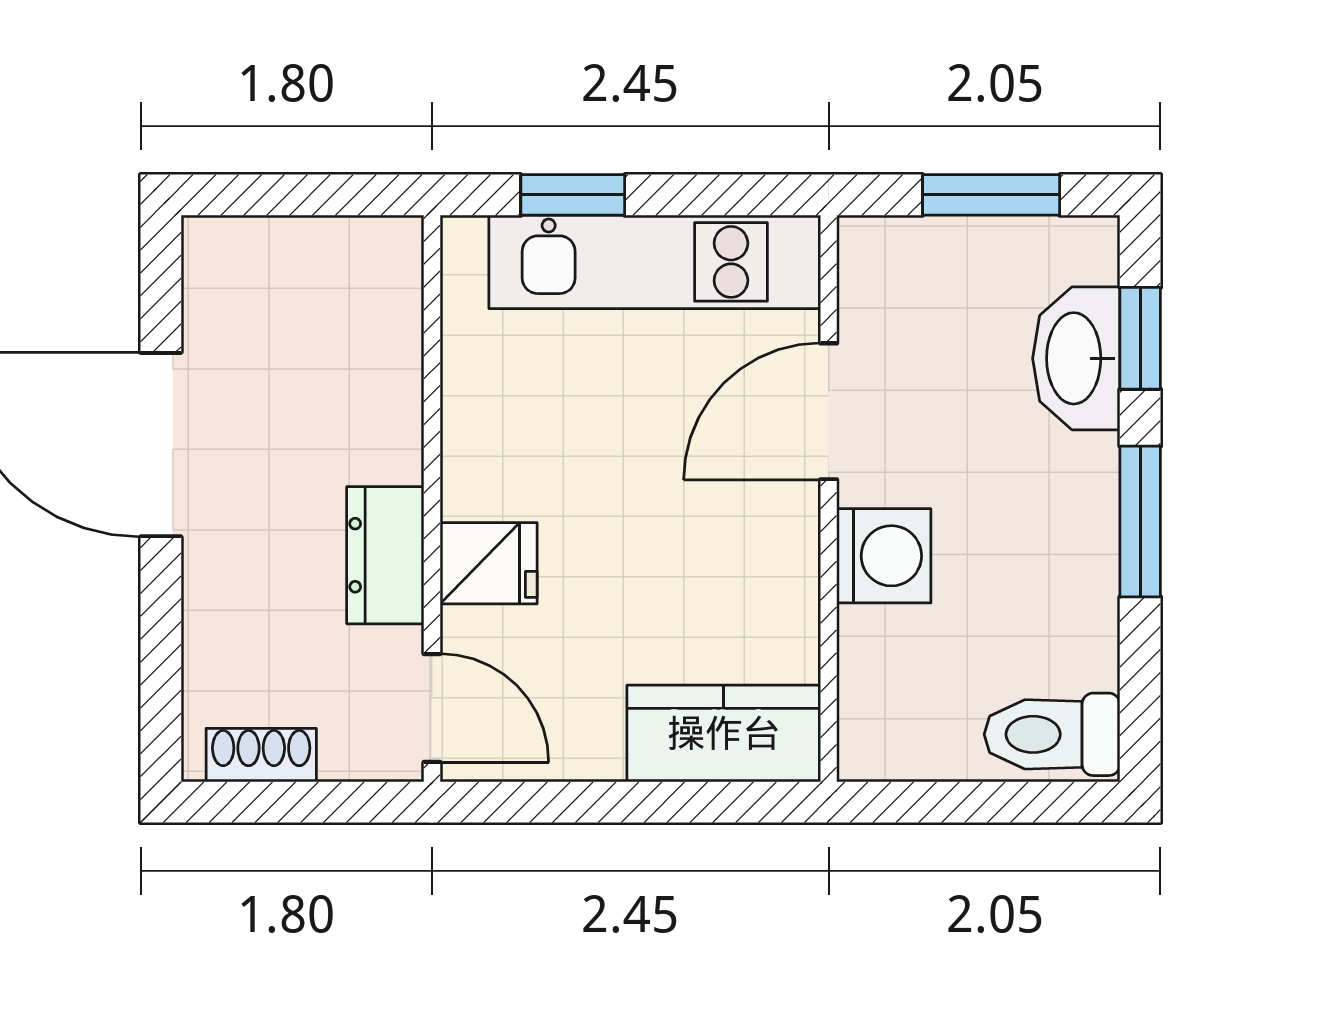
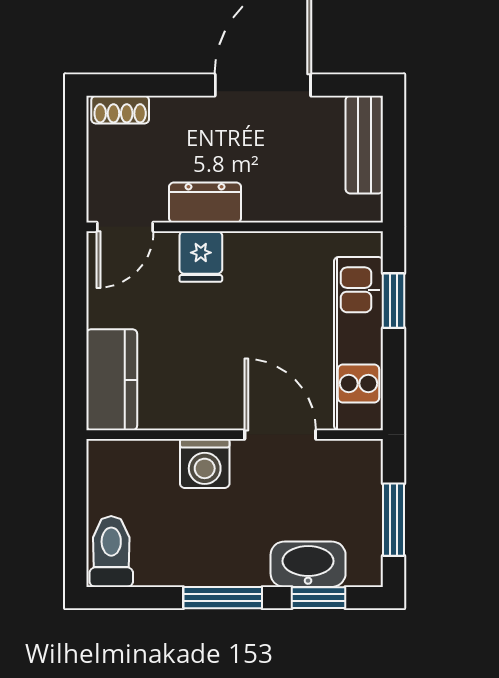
bench: (275, 251) -> (364, 145), added
shoe rack: (261, 755) -> (120, 110), moved, turned 90

